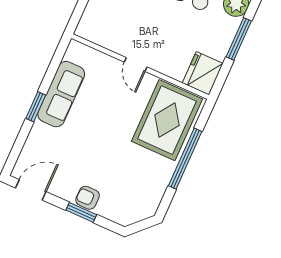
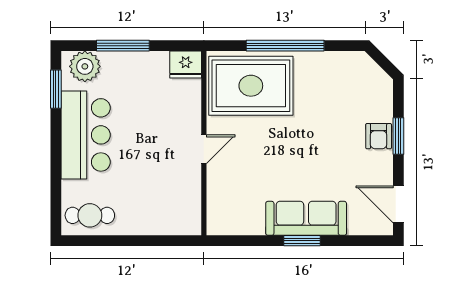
fridge: (203, 73) -> (186, 65), width x0.73, depth x0.75
sofa: (61, 94) -> (306, 218), moved

